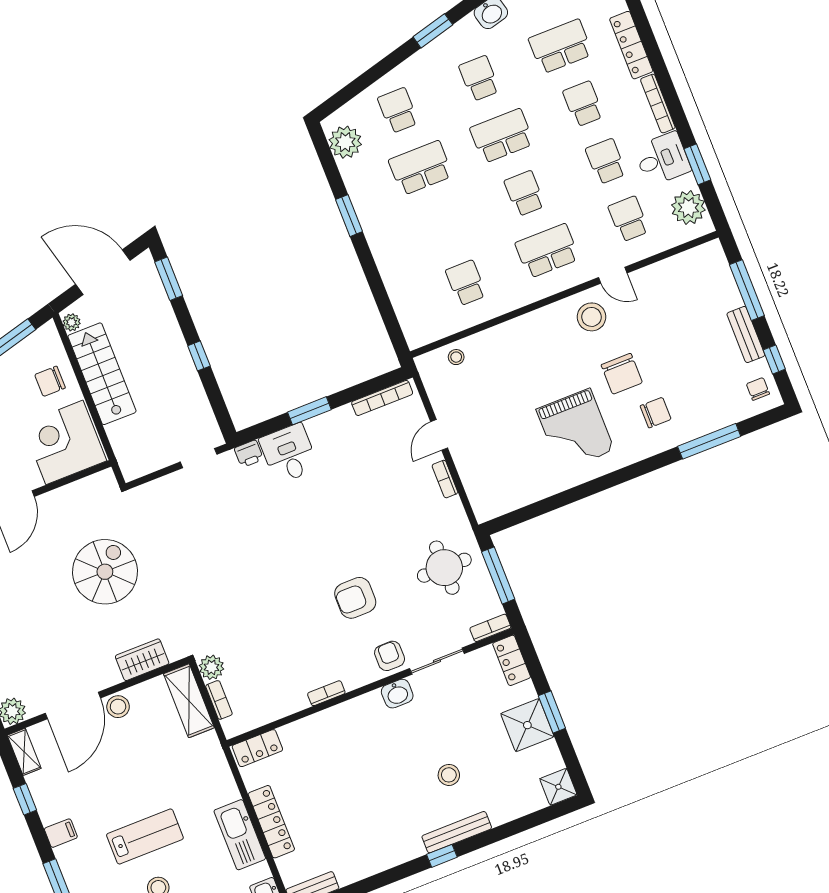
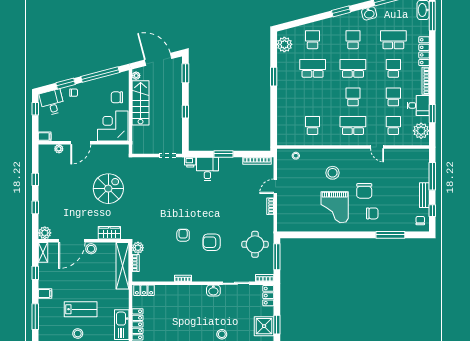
stool: (591, 317) -> (333, 173), moved
armchair: (390, 656) -> (183, 235), moved
shelving: (189, 701) -> (123, 266), width x1.47

